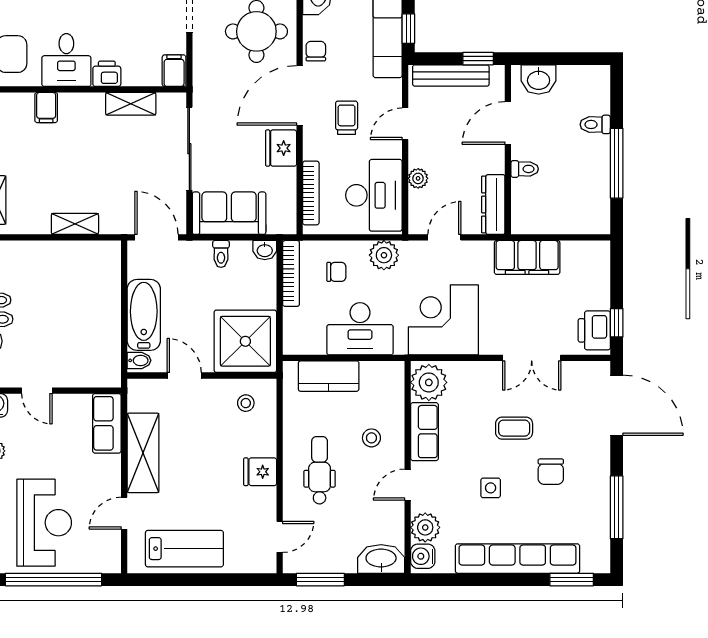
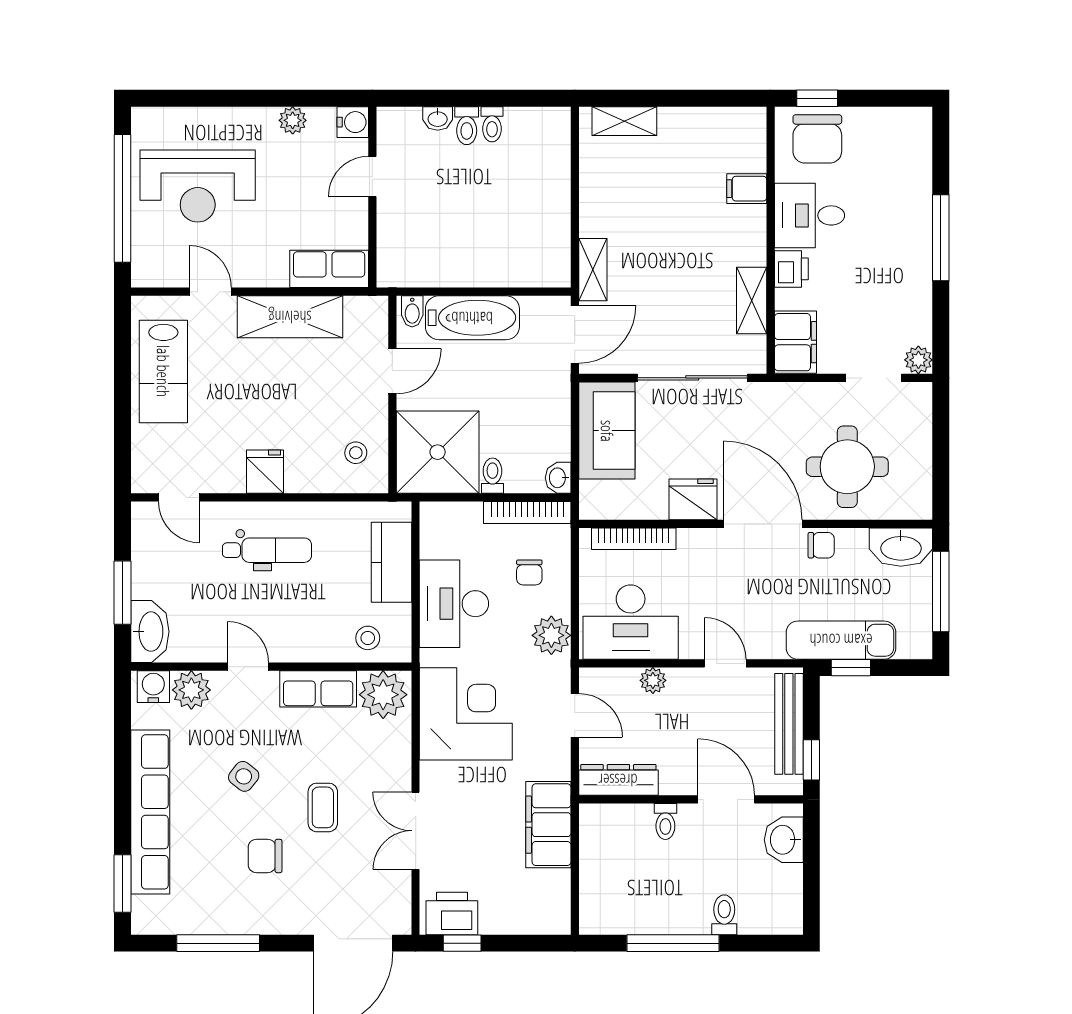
filing cabinet: (174, 71) -> (795, 342), width x2.00
trolley: (347, 118) -> (733, 586), removed
shelving: (75, 224) -> (593, 270), moved
toilet: (221, 254) -> (492, 476), moved, turned 90
stool: (371, 438) -> (368, 638), moved
side table: (491, 488) -> (244, 776), turned 38
window: (320, 580) -> (123, 593), moved

